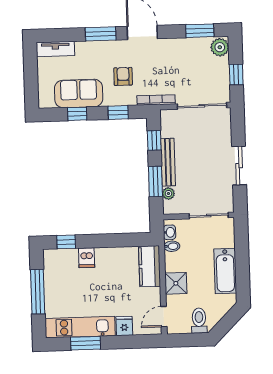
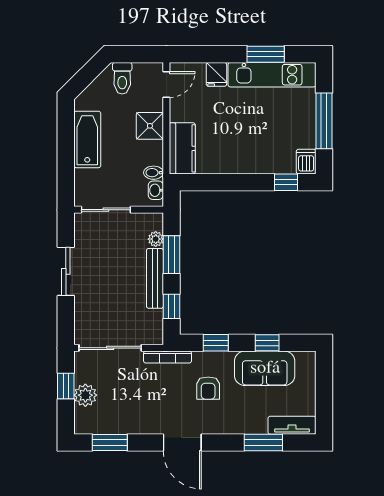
window: (101, 34) -> (263, 442), moved
plant: (220, 47) -> (85, 395), moved
dishwasher: (87, 258) -> (306, 162), moved

